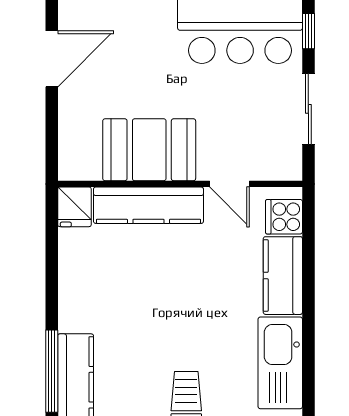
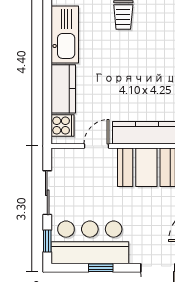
door: (229, 184) -> (96, 146), hinge flipped

